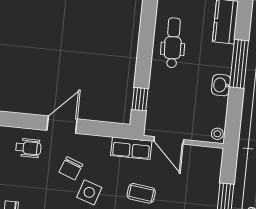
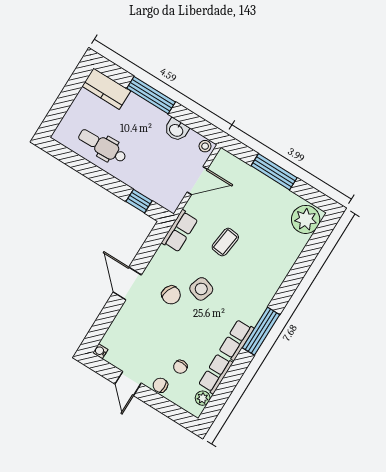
washbasin: (221, 85) -> (176, 130), moved
door: (169, 140) -> (197, 181), moved
wheelchair: (28, 148) -> (134, 325), removed

